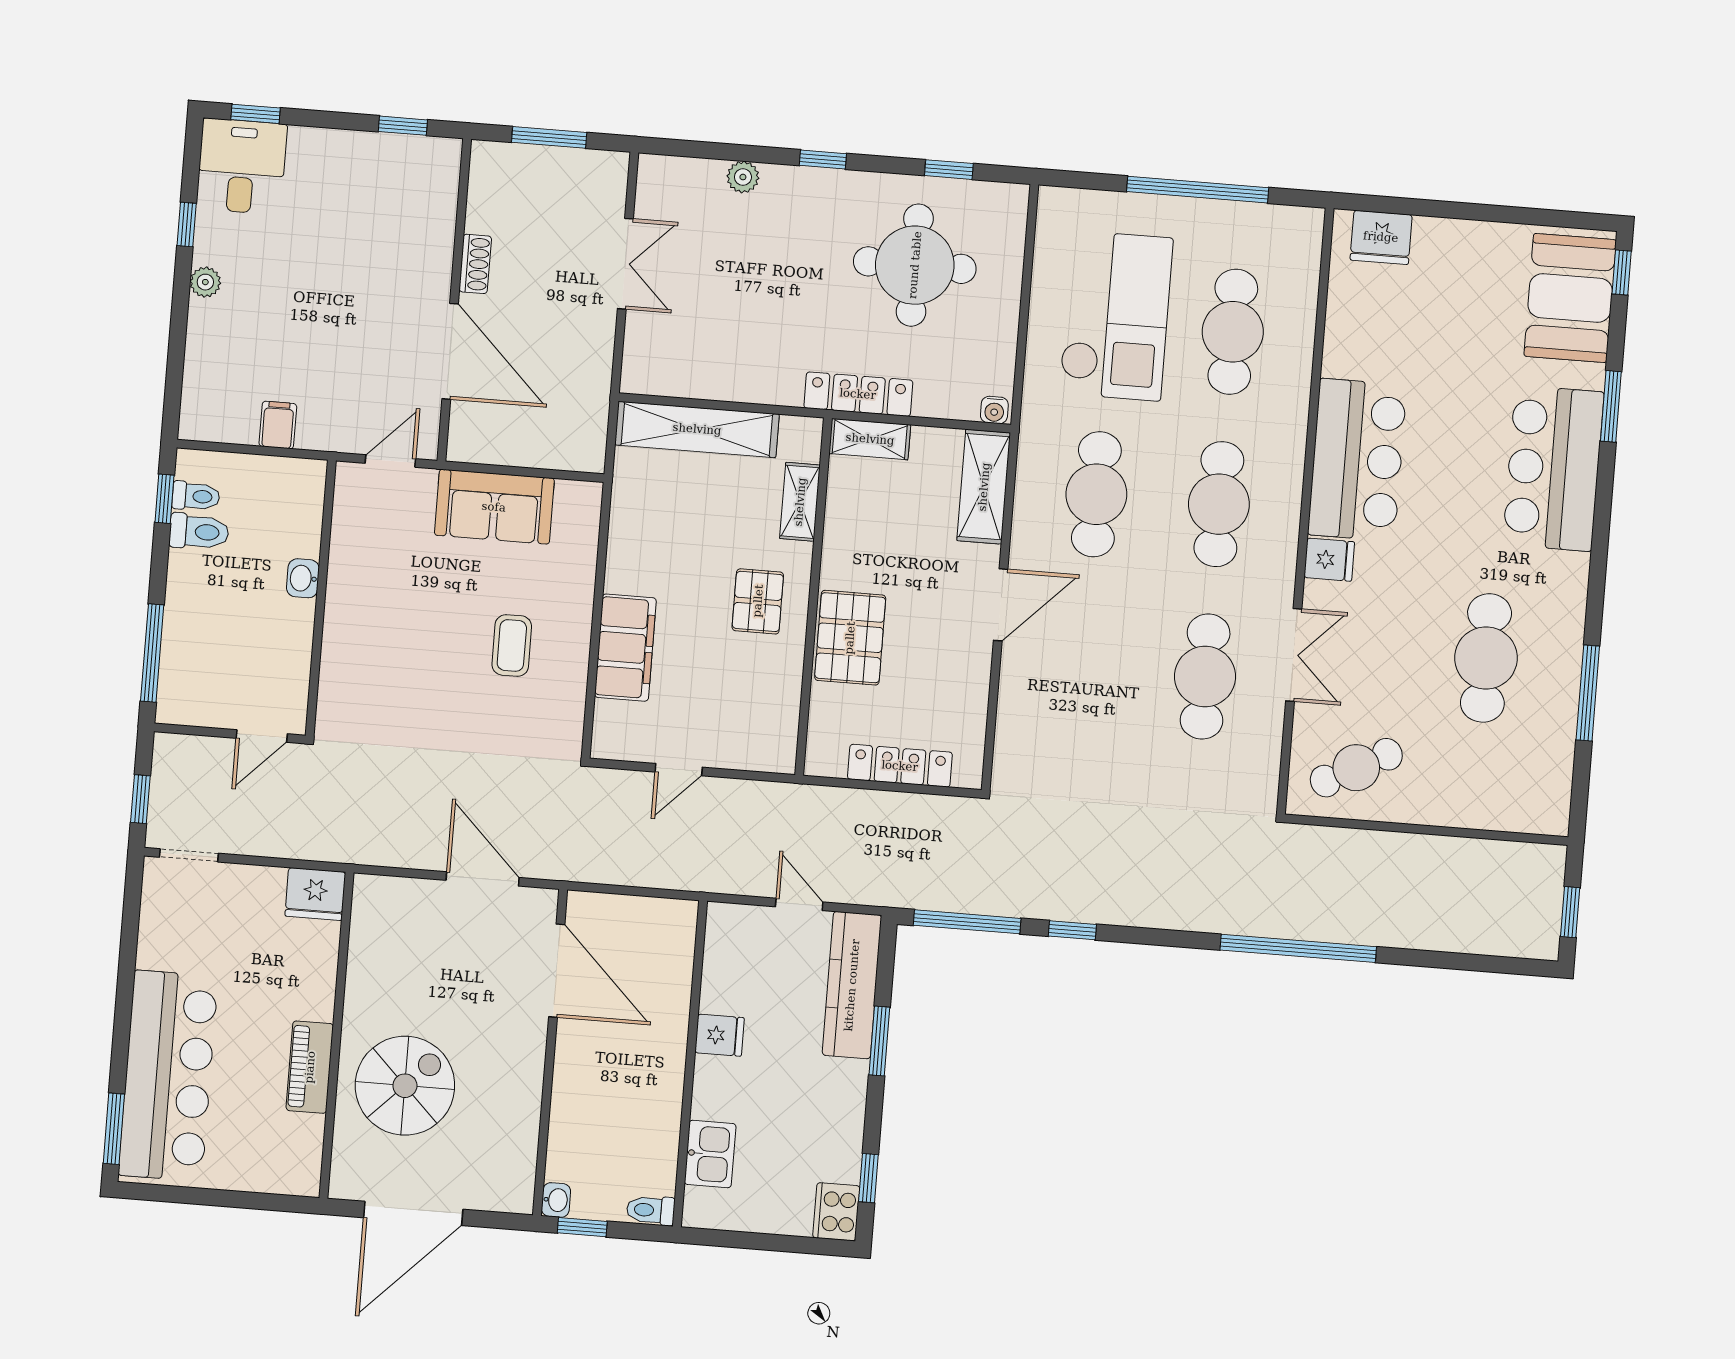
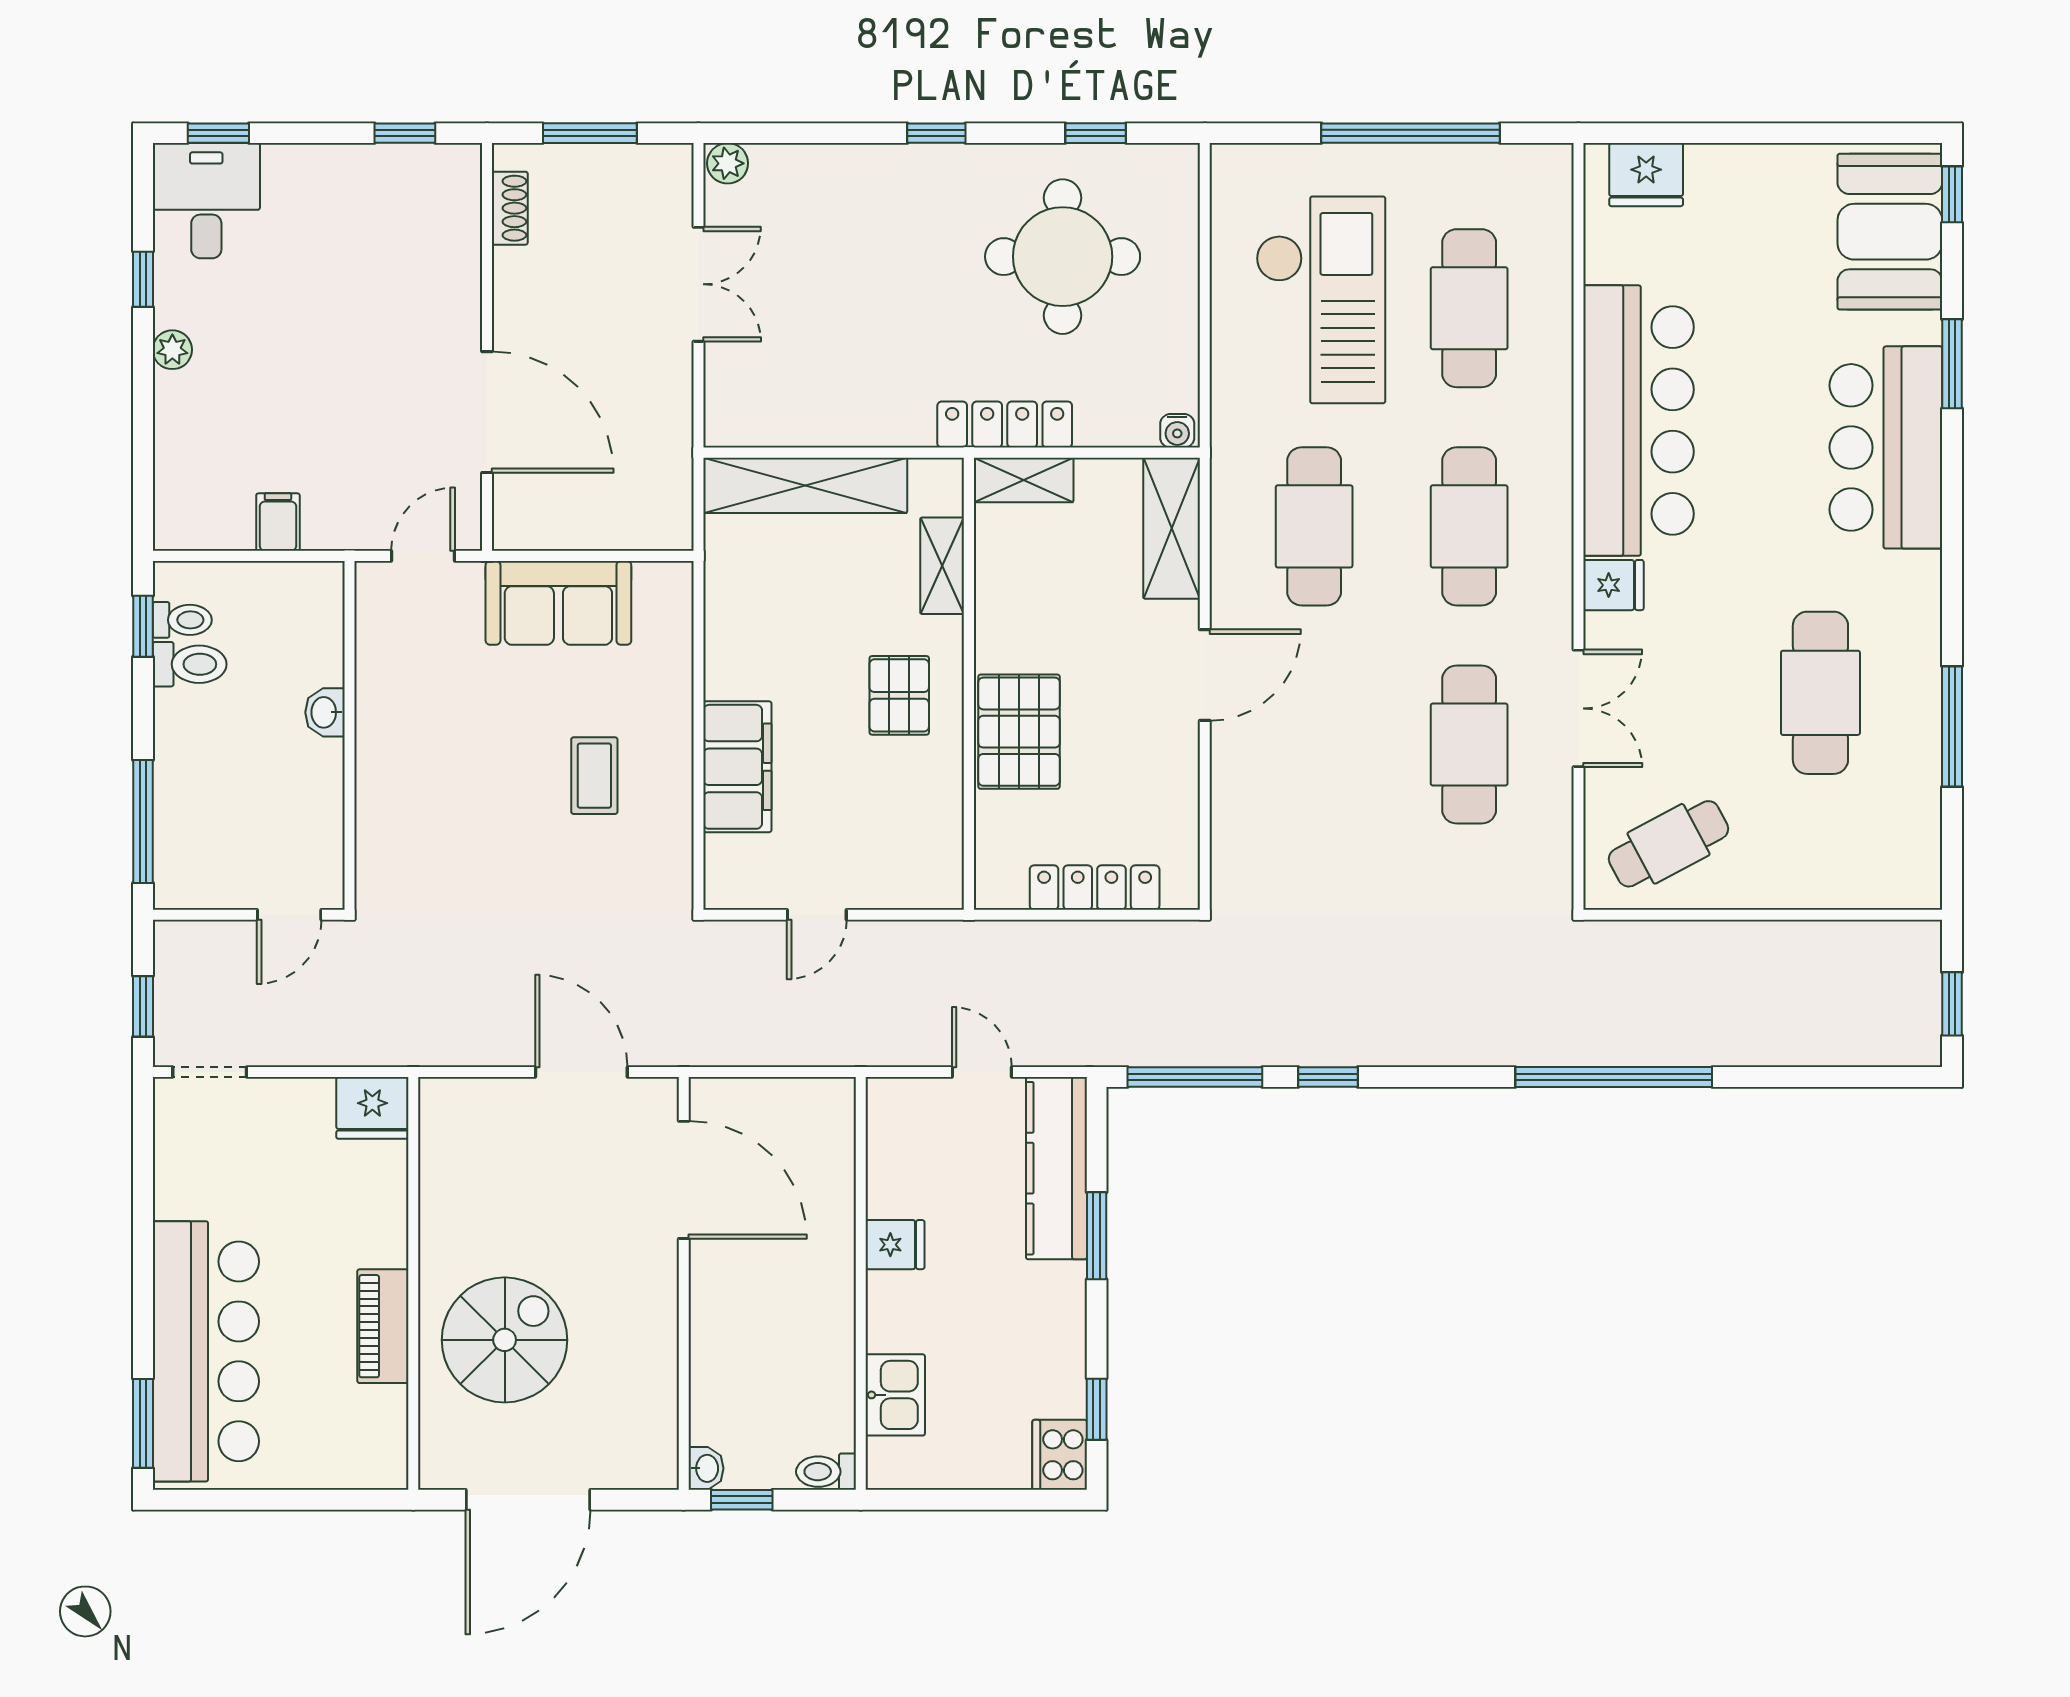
plant: (743, 177) -> (728, 163), moved
shoe rack: (475, 264) -> (510, 208), moved
bar counter: (1357, 460) -> (1638, 421), width x1.36

